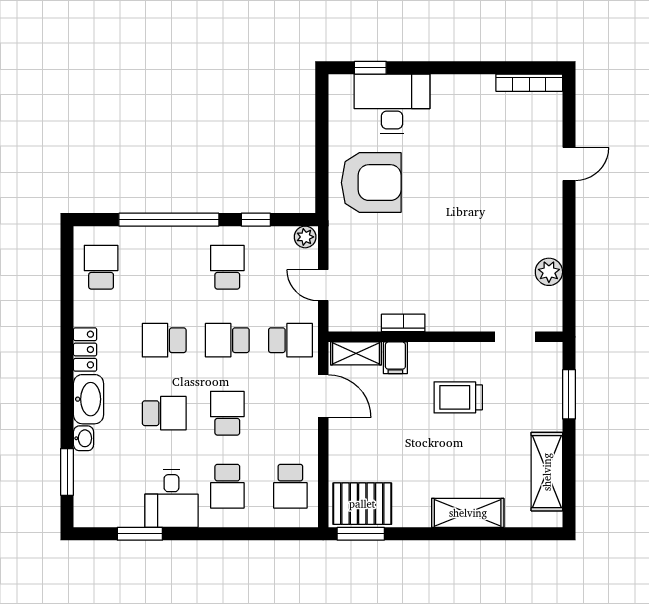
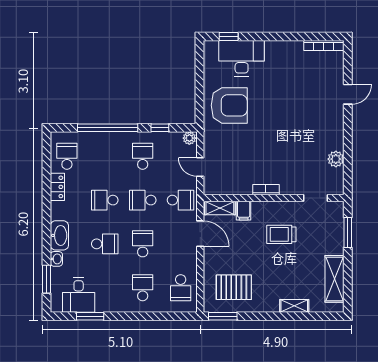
bookcase: (403, 323) -> (266, 190), moved
locker: (85, 350) -> (57, 187), moved
school desk: (227, 486) -> (143, 288), turned 180
desk: (171, 499) -> (79, 295), moved
pallet: (362, 504) -> (234, 287), moved
shelving: (468, 513) -> (294, 306), width x0.67, depth x0.75

